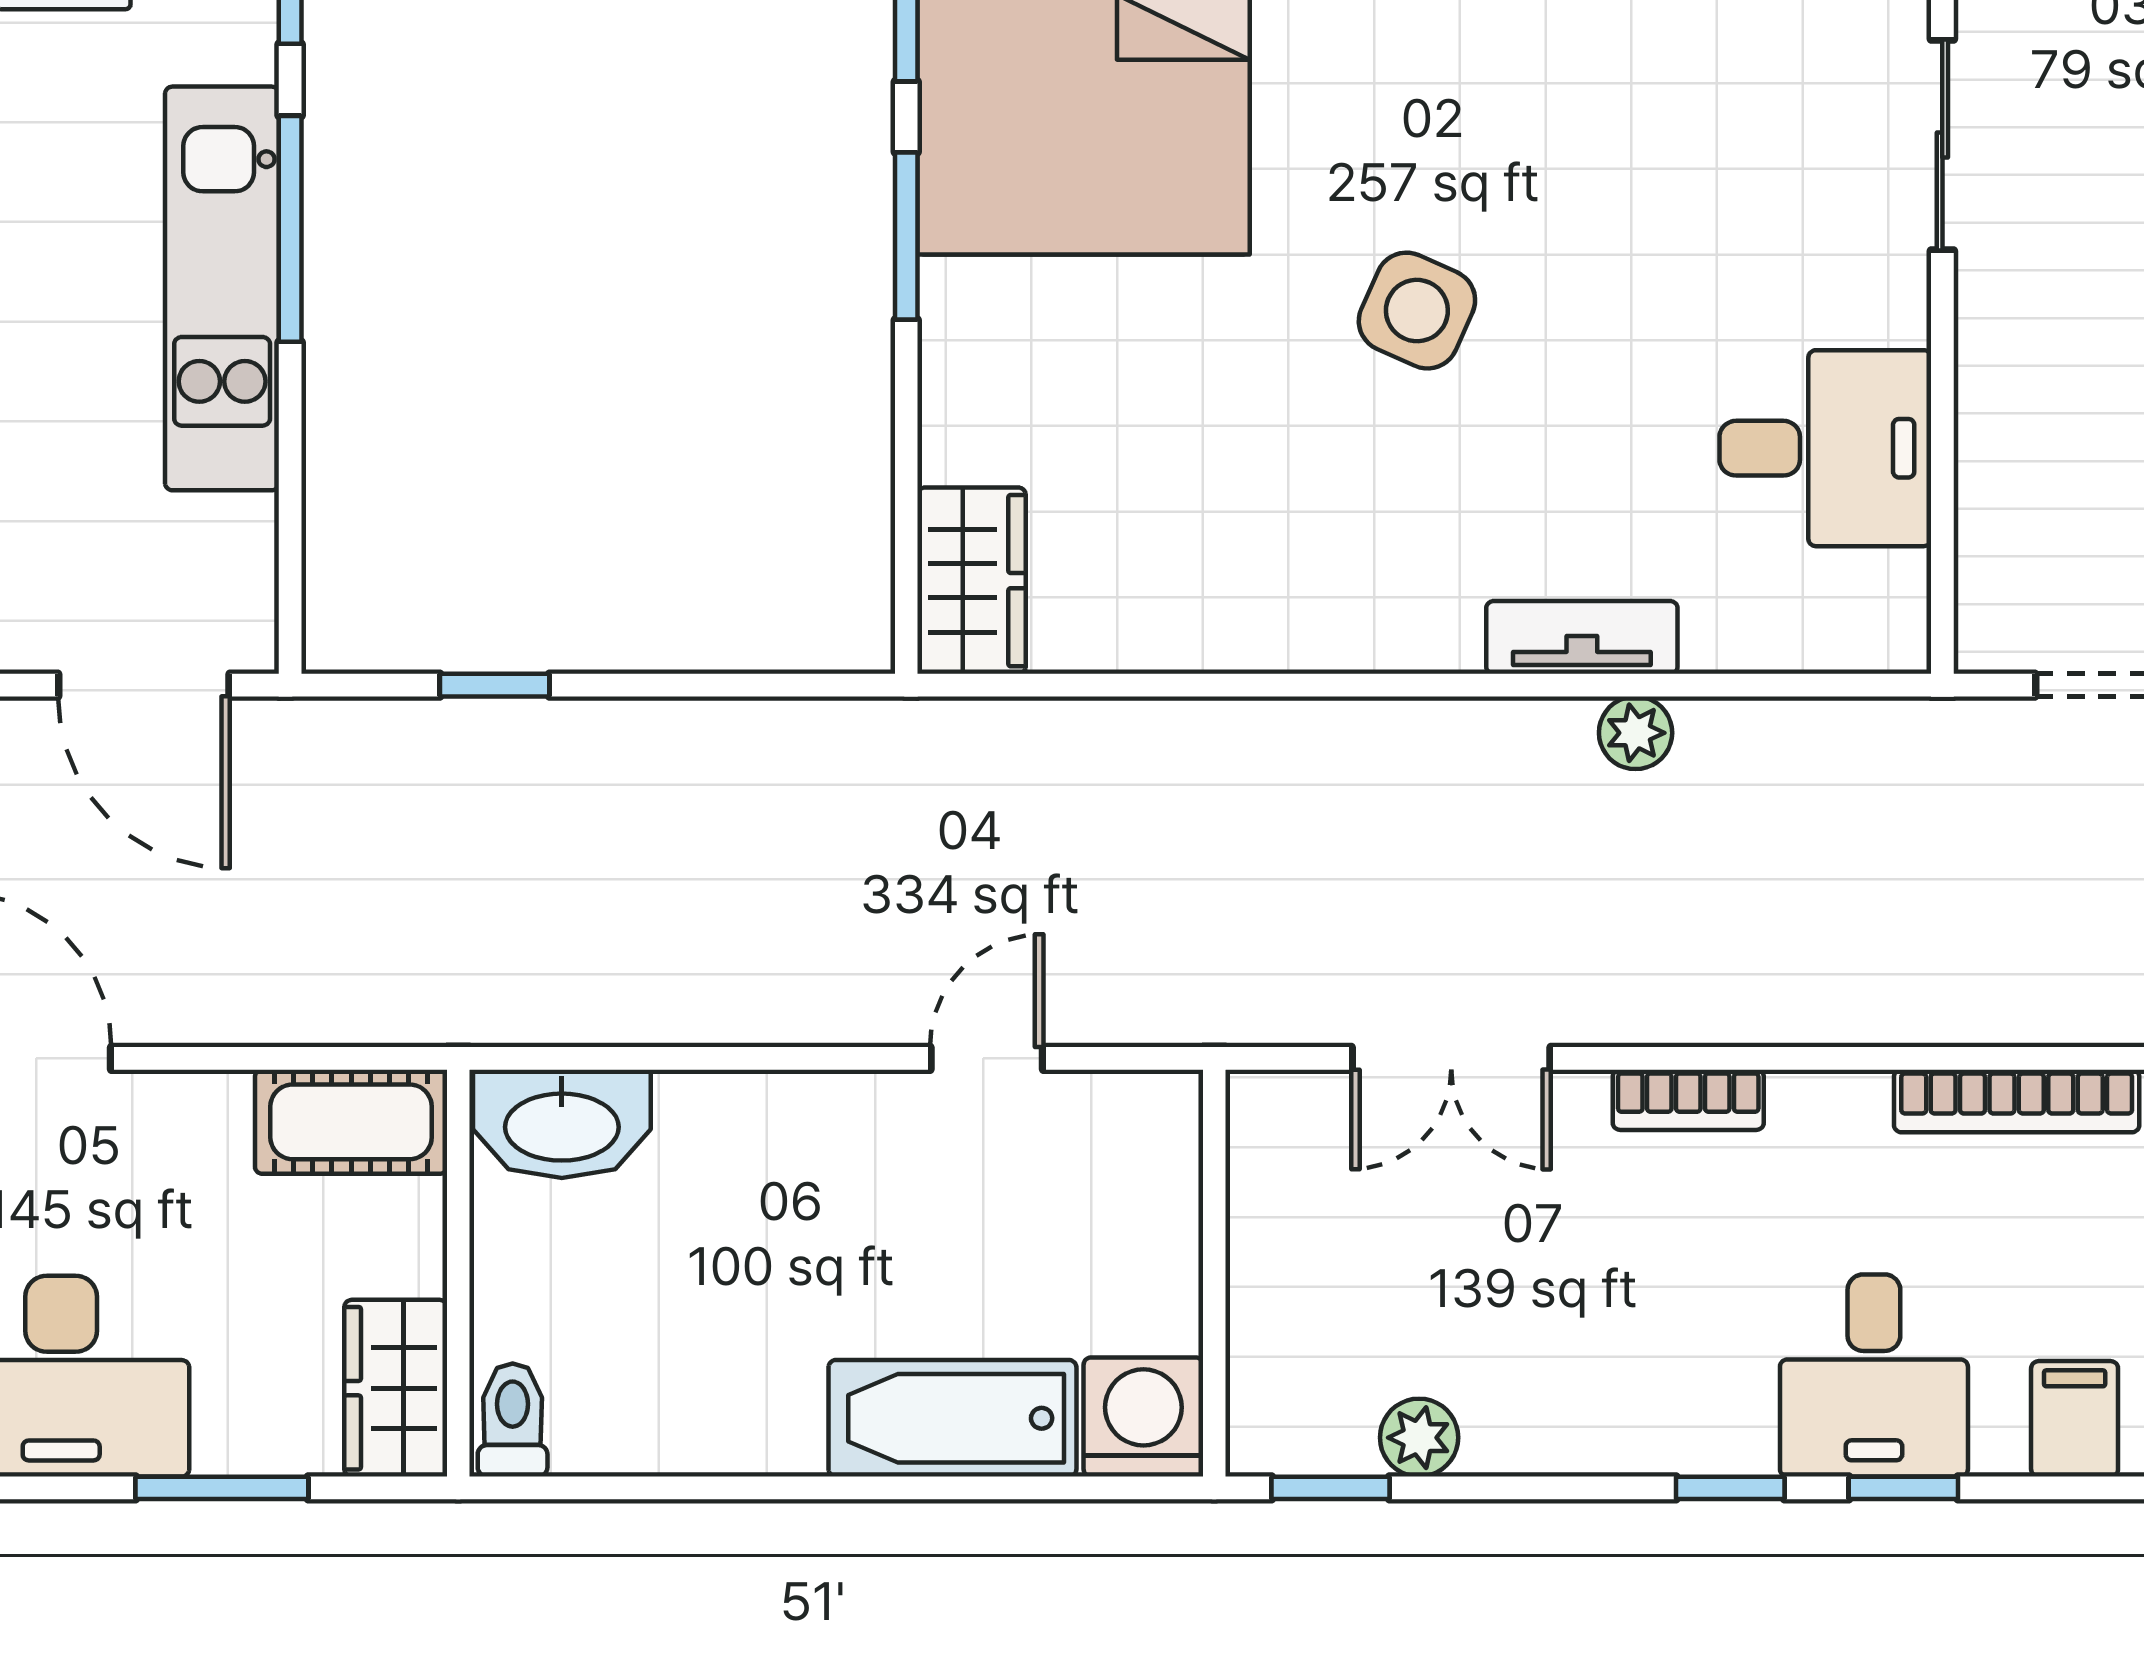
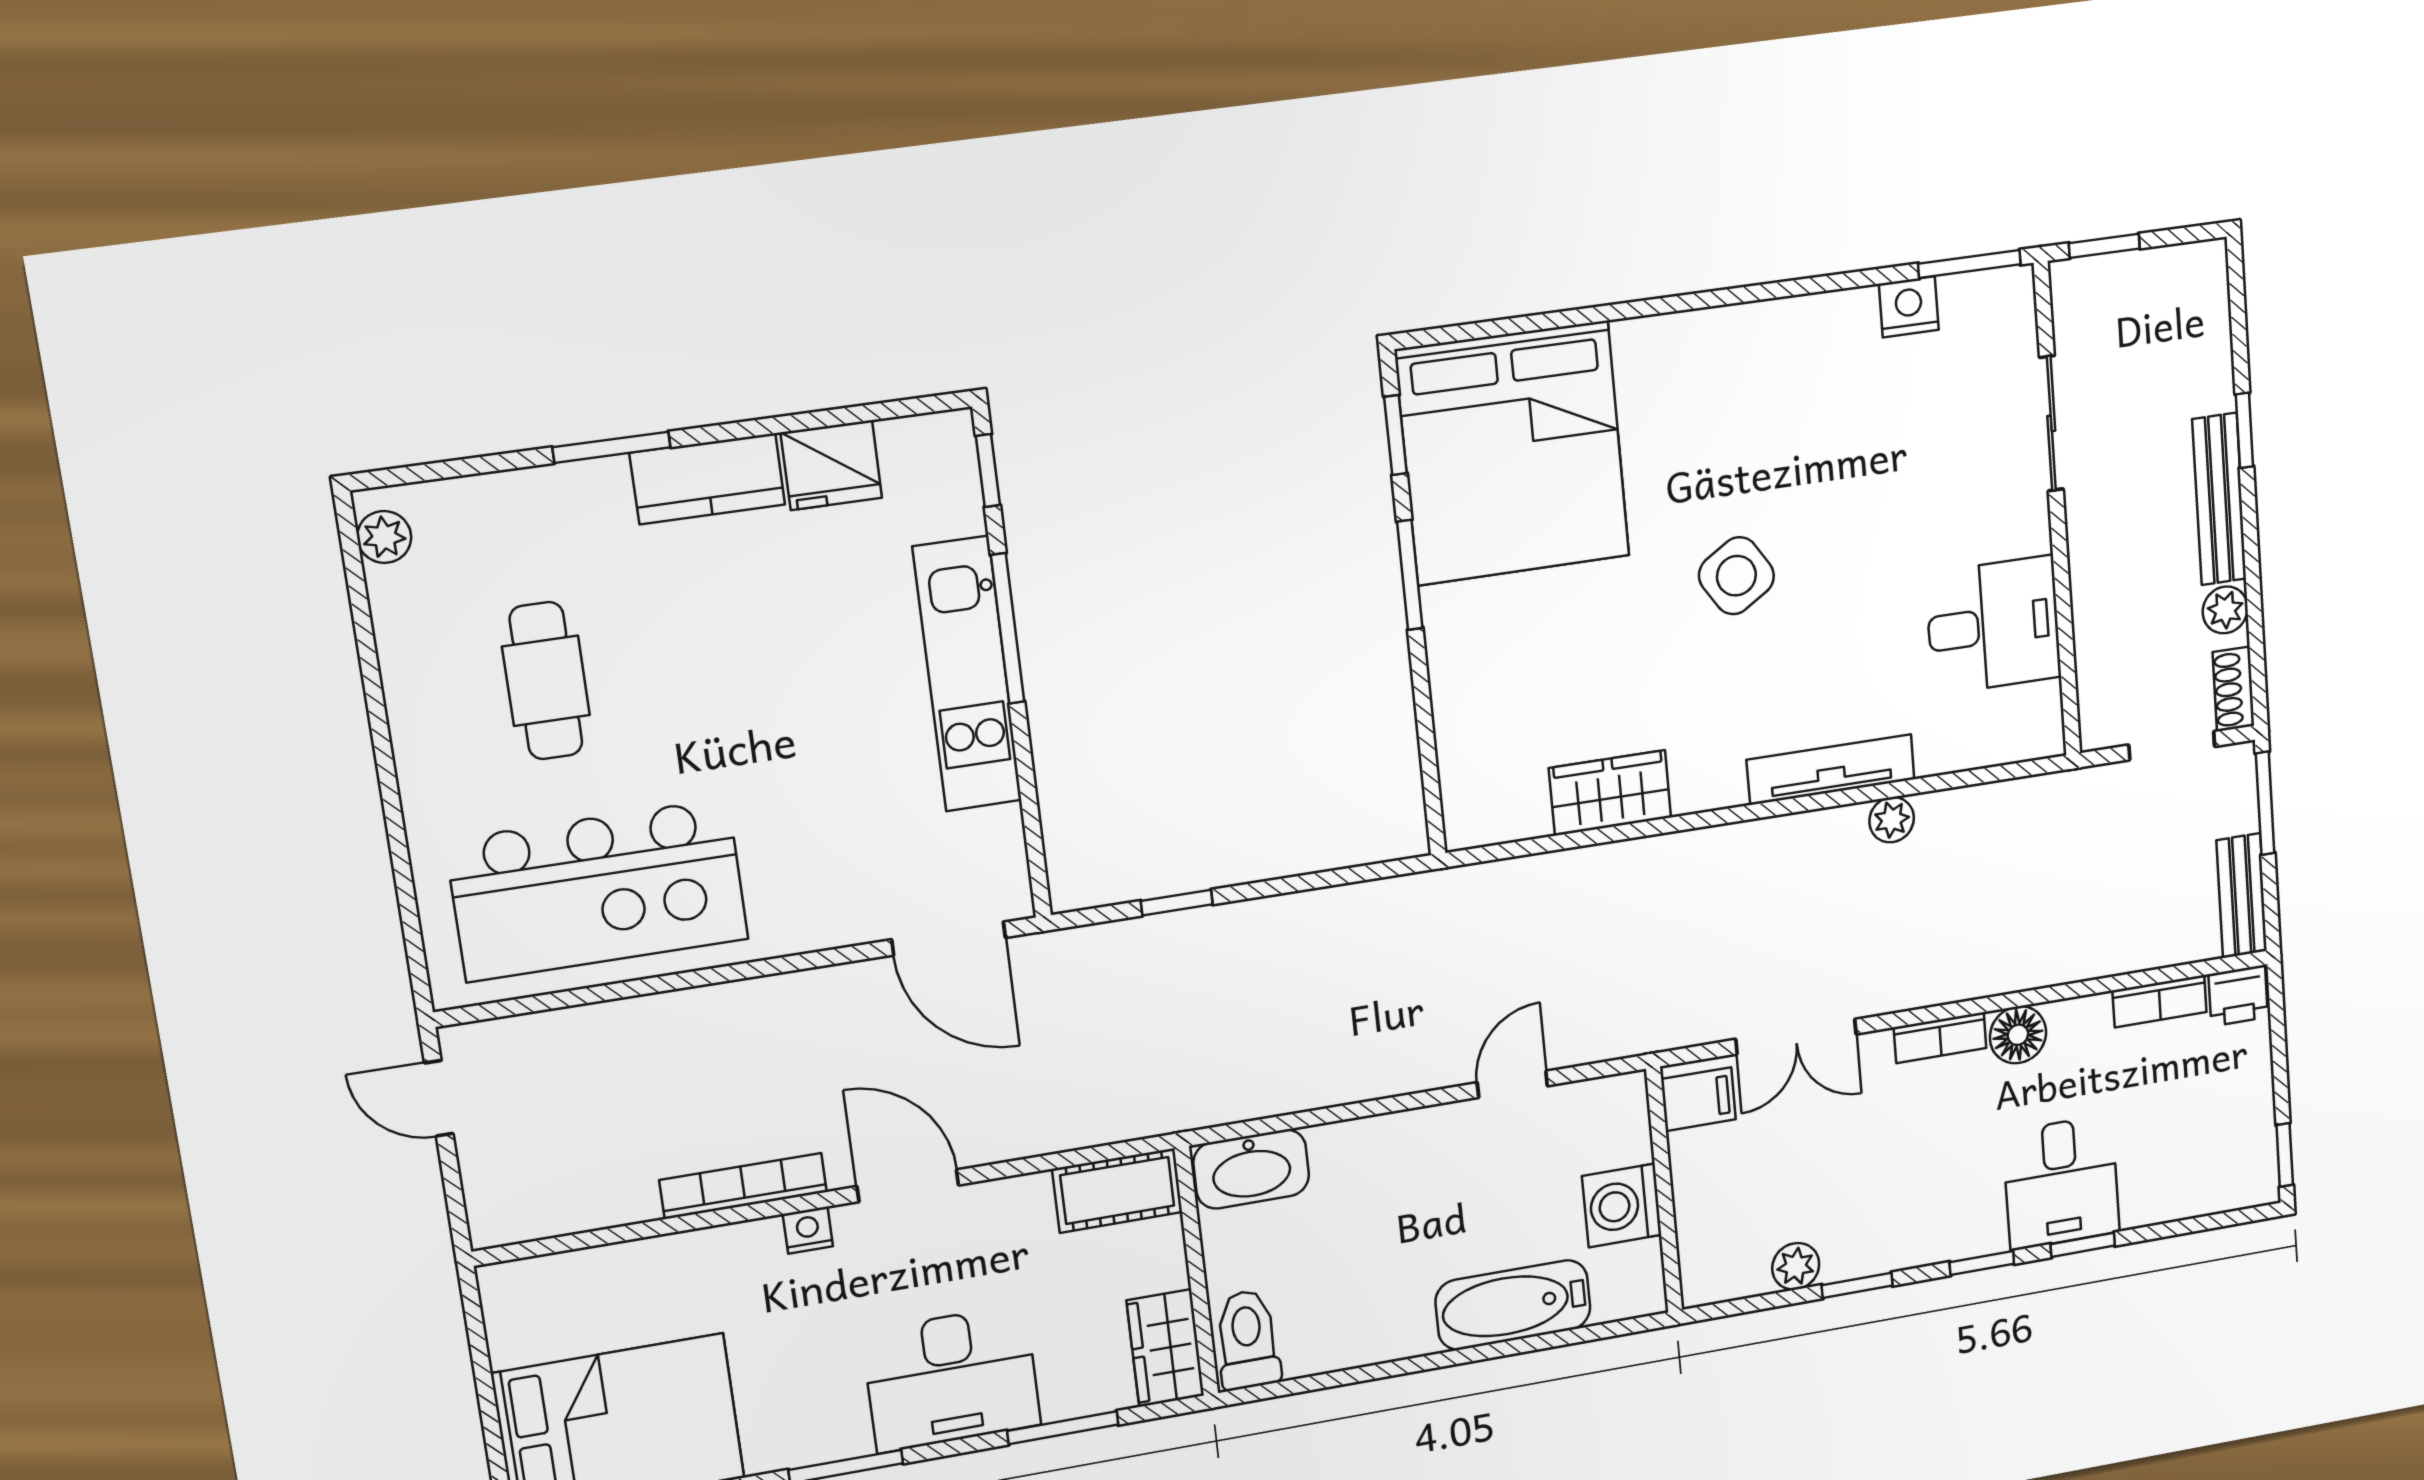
side table: (1417, 311) -> (1736, 576), turned 33
wardrobe: (972, 581) -> (1610, 793), moved, turned -90
tv unit: (1582, 637) -> (1831, 770), width x1.41
bookcase: (2017, 1101) -> (2160, 1001), width x0.64
floor lamp: (1818, 1117) -> (2018, 1035), added
washing machine: (1143, 1417) -> (1622, 1206), moved, turned -90
filing cabinet: (2075, 1419) -> (1698, 1099), moved, turned 90
toilet: (513, 1420) -> (1248, 1340), width x1.37, depth x1.39
window: (1330, 1488) -> (1857, 1285), moved

